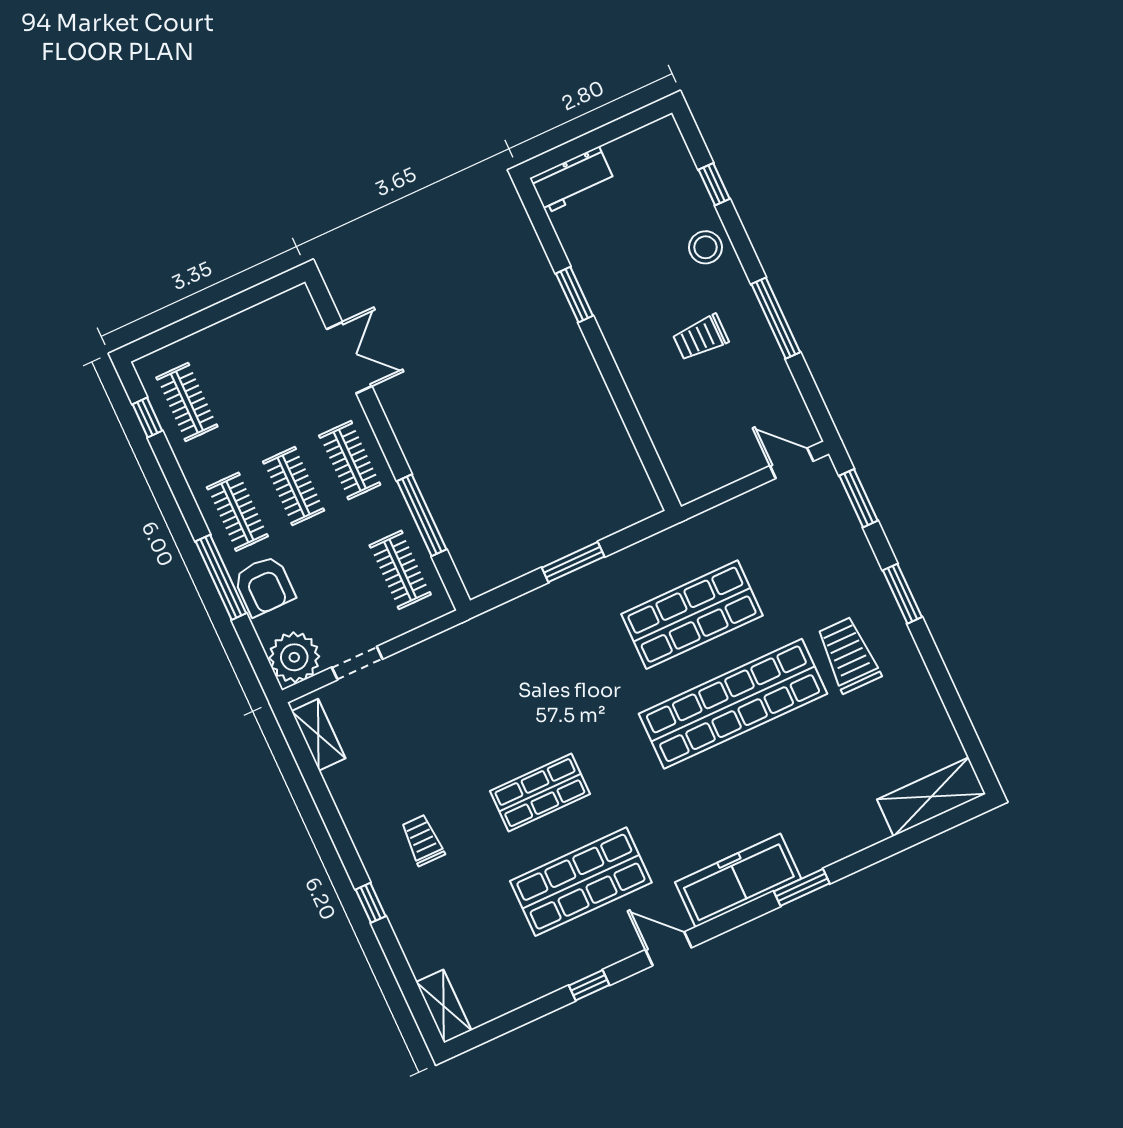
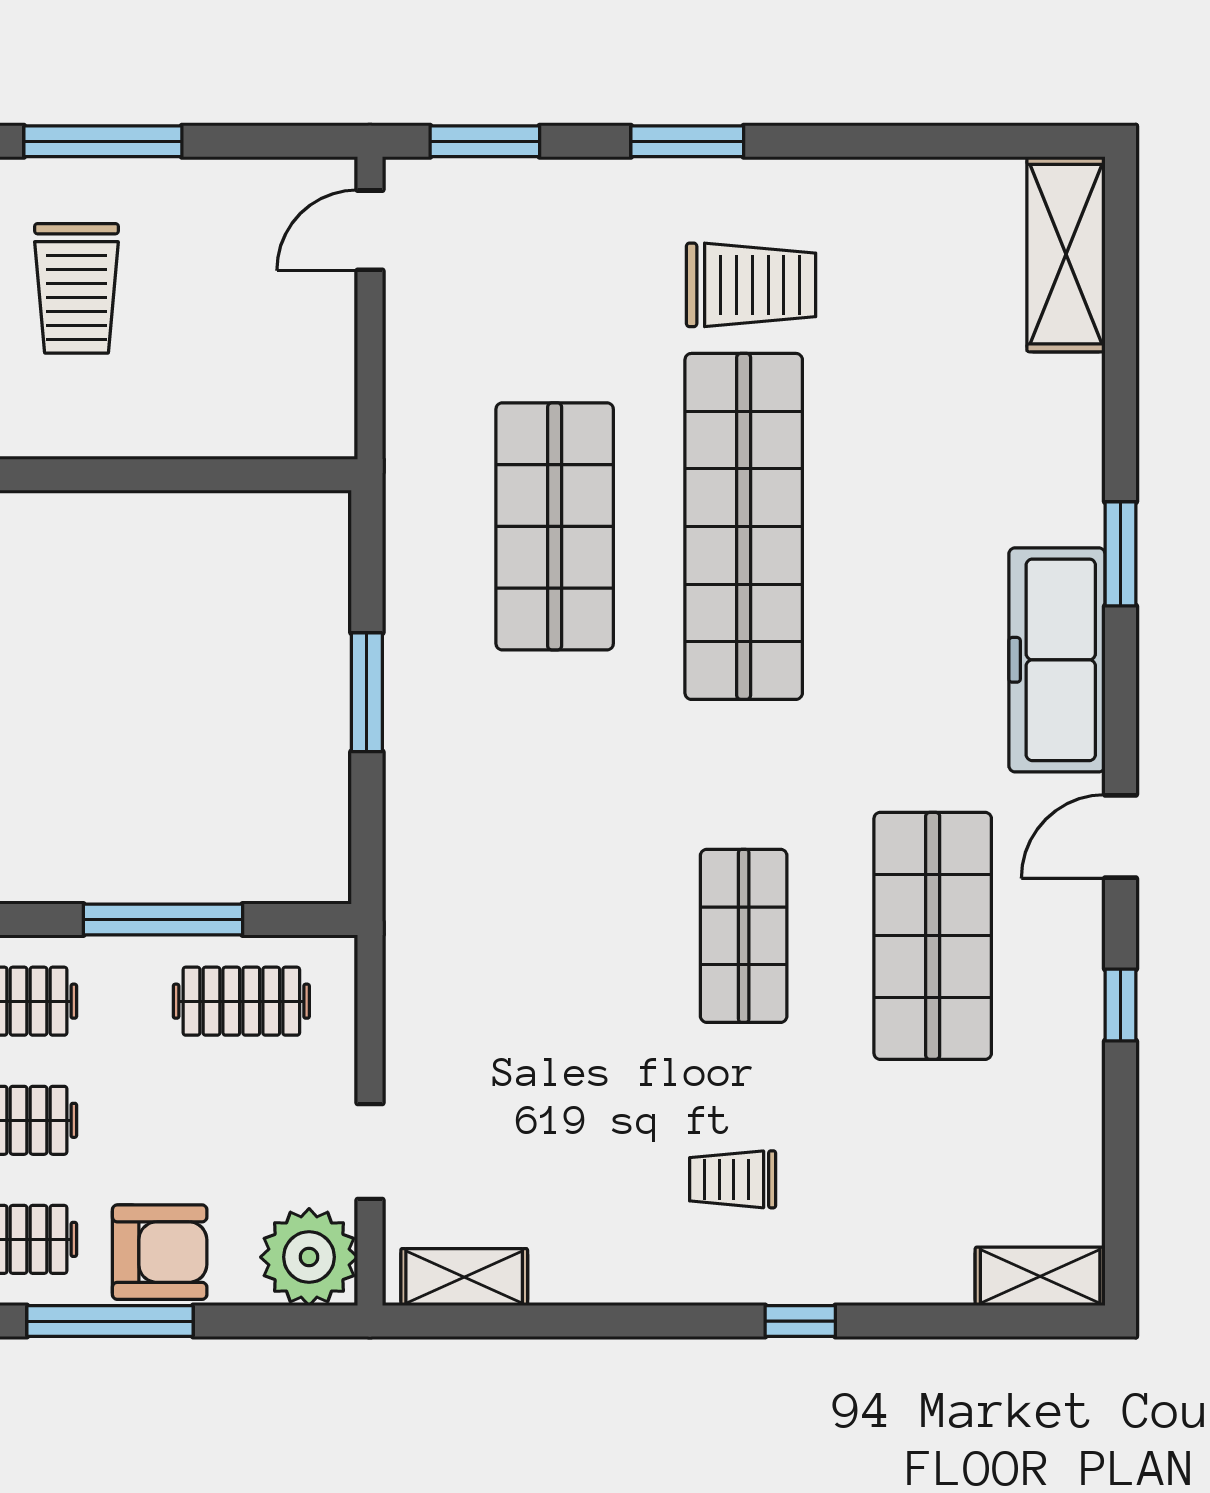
trolley: (701, 338) -> (76, 288), width x1.36, depth x1.39
trolley: (848, 655) -> (751, 285), turned 180

